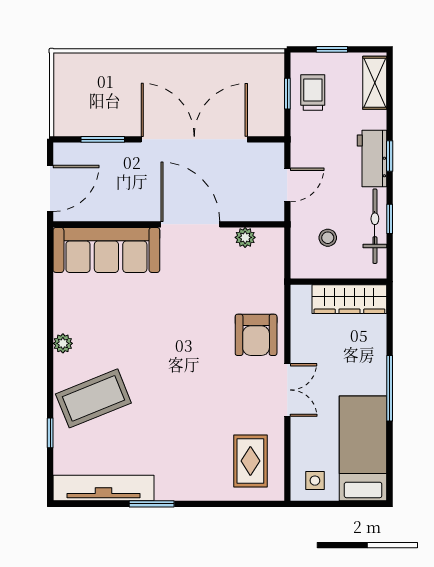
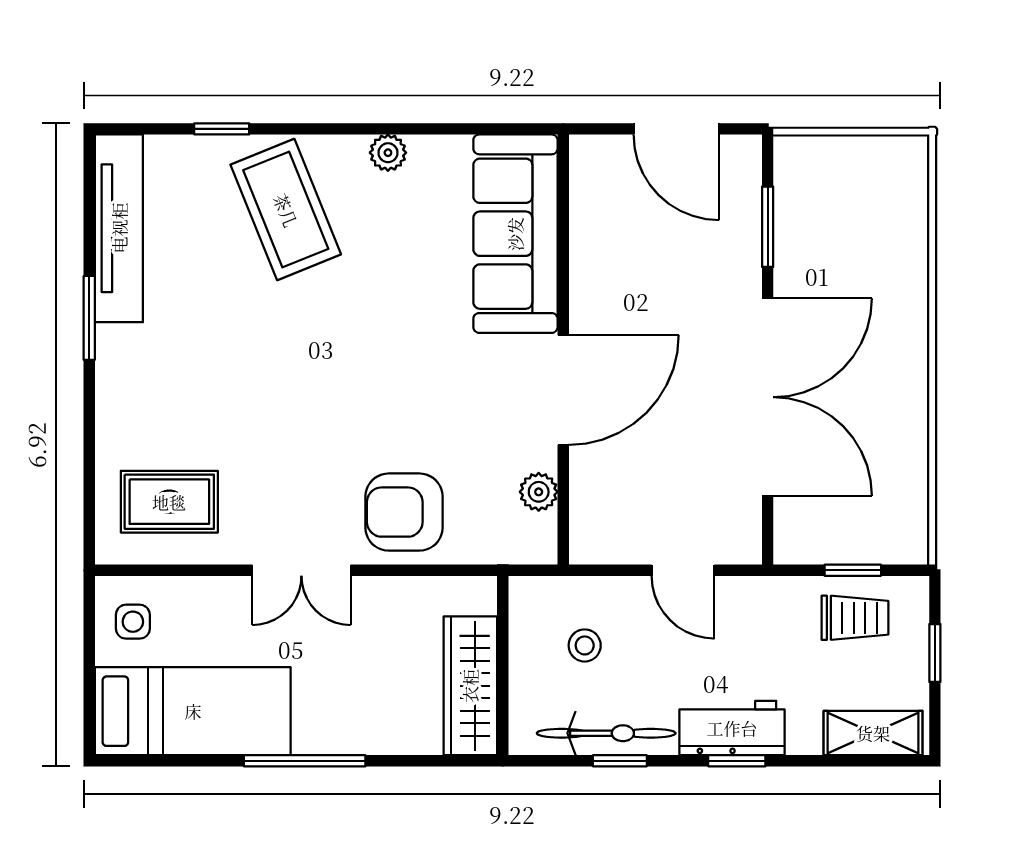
wall: (169, 224) -> (563, 350), moved
door: (190, 224) -> (563, 390), moved
plant: (245, 237) -> (539, 492), moved
sofa: (106, 250) -> (515, 234), moved

